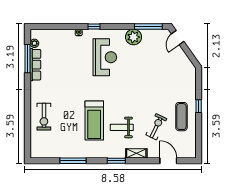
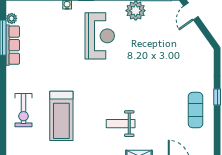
treadmill: (94, 120) -> (61, 116), moved
exercise bike: (156, 127) -> (164, 123), removed

